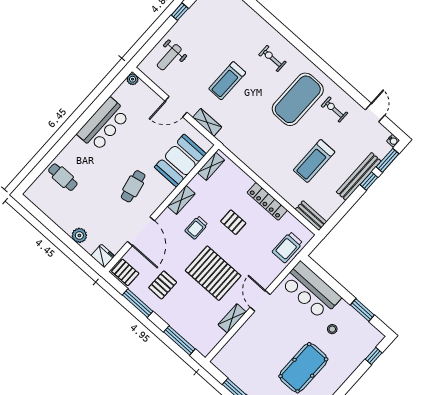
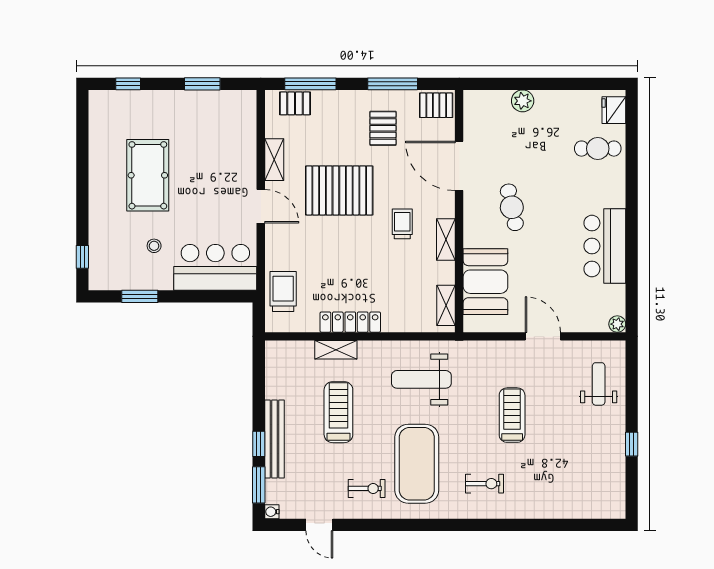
door: (176, 107) -> (543, 336), hinge flipped
shelving: (207, 122) -> (336, 350), moved
weight bench: (257, 140) -> (421, 379), added
bench: (311, 216) -> (288, 349), removed
pallet: (233, 222) -> (295, 103), moved
fridge: (103, 256) -> (614, 110), moved, turned 90

